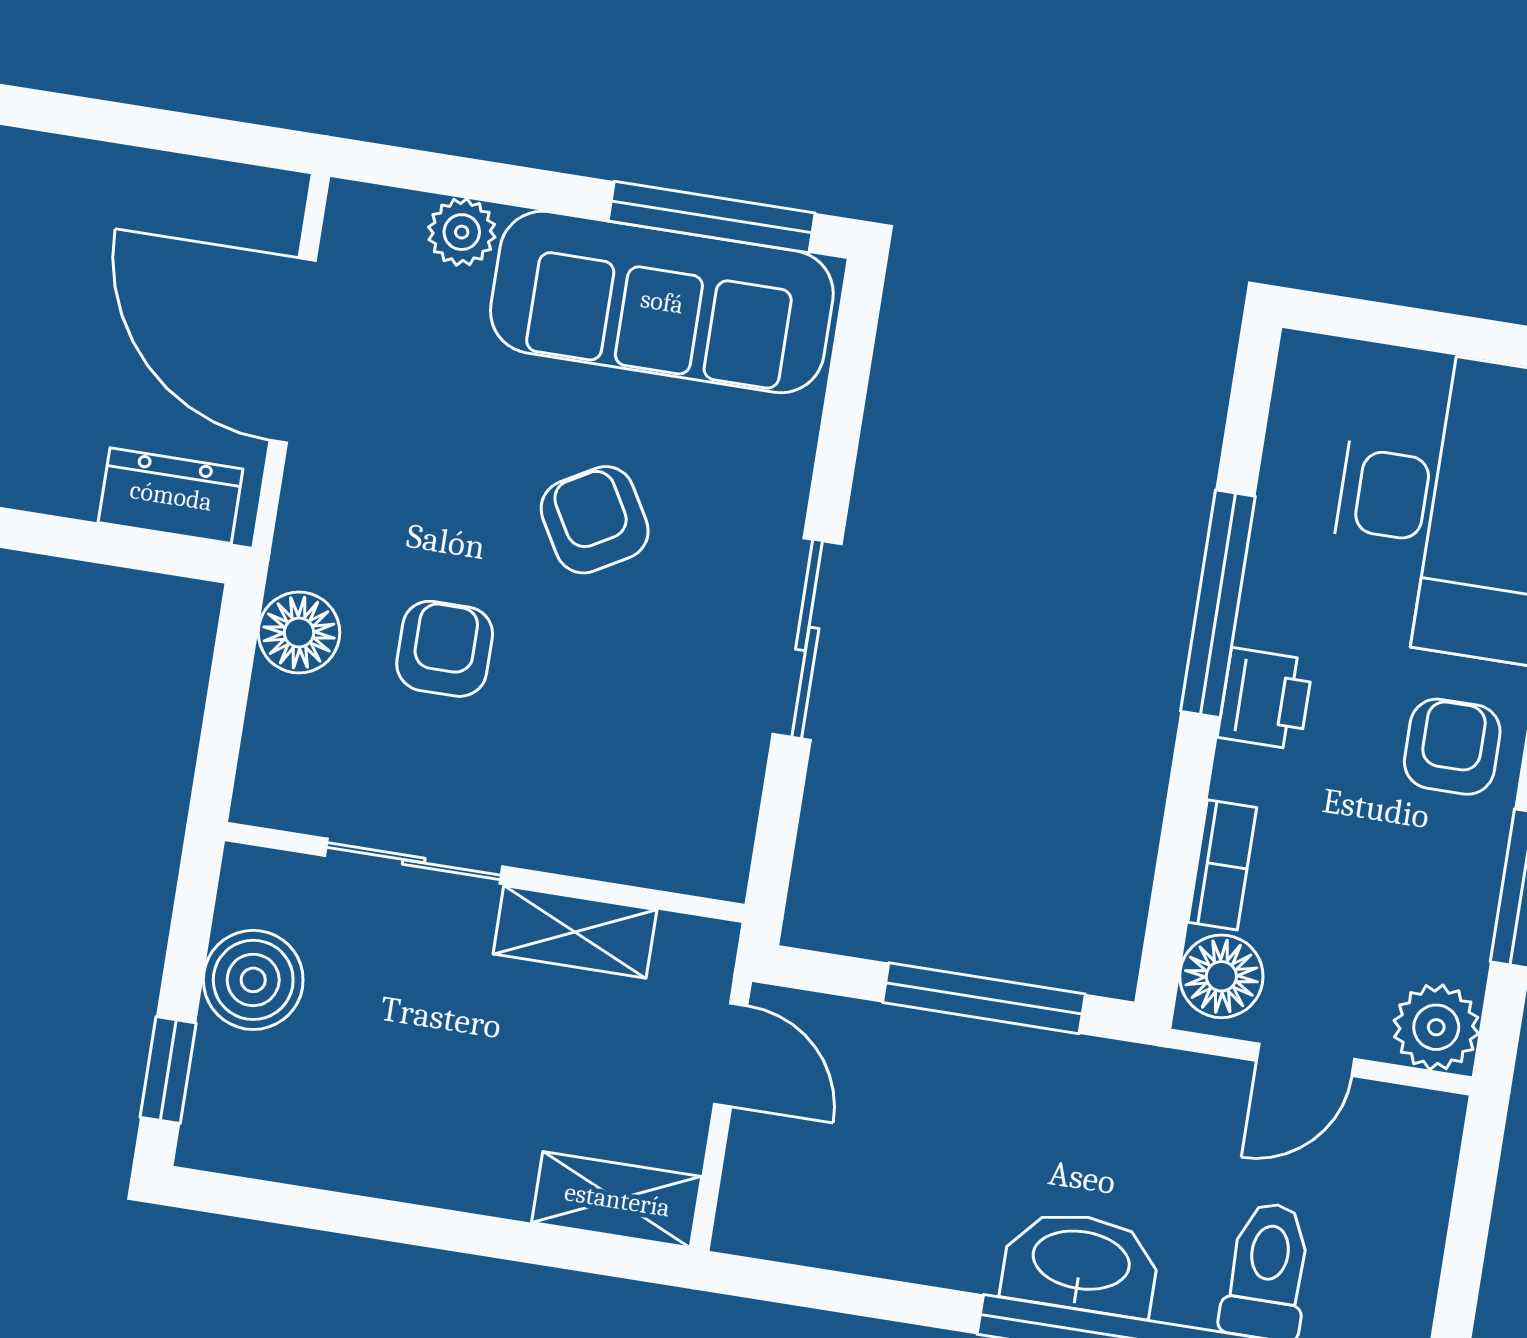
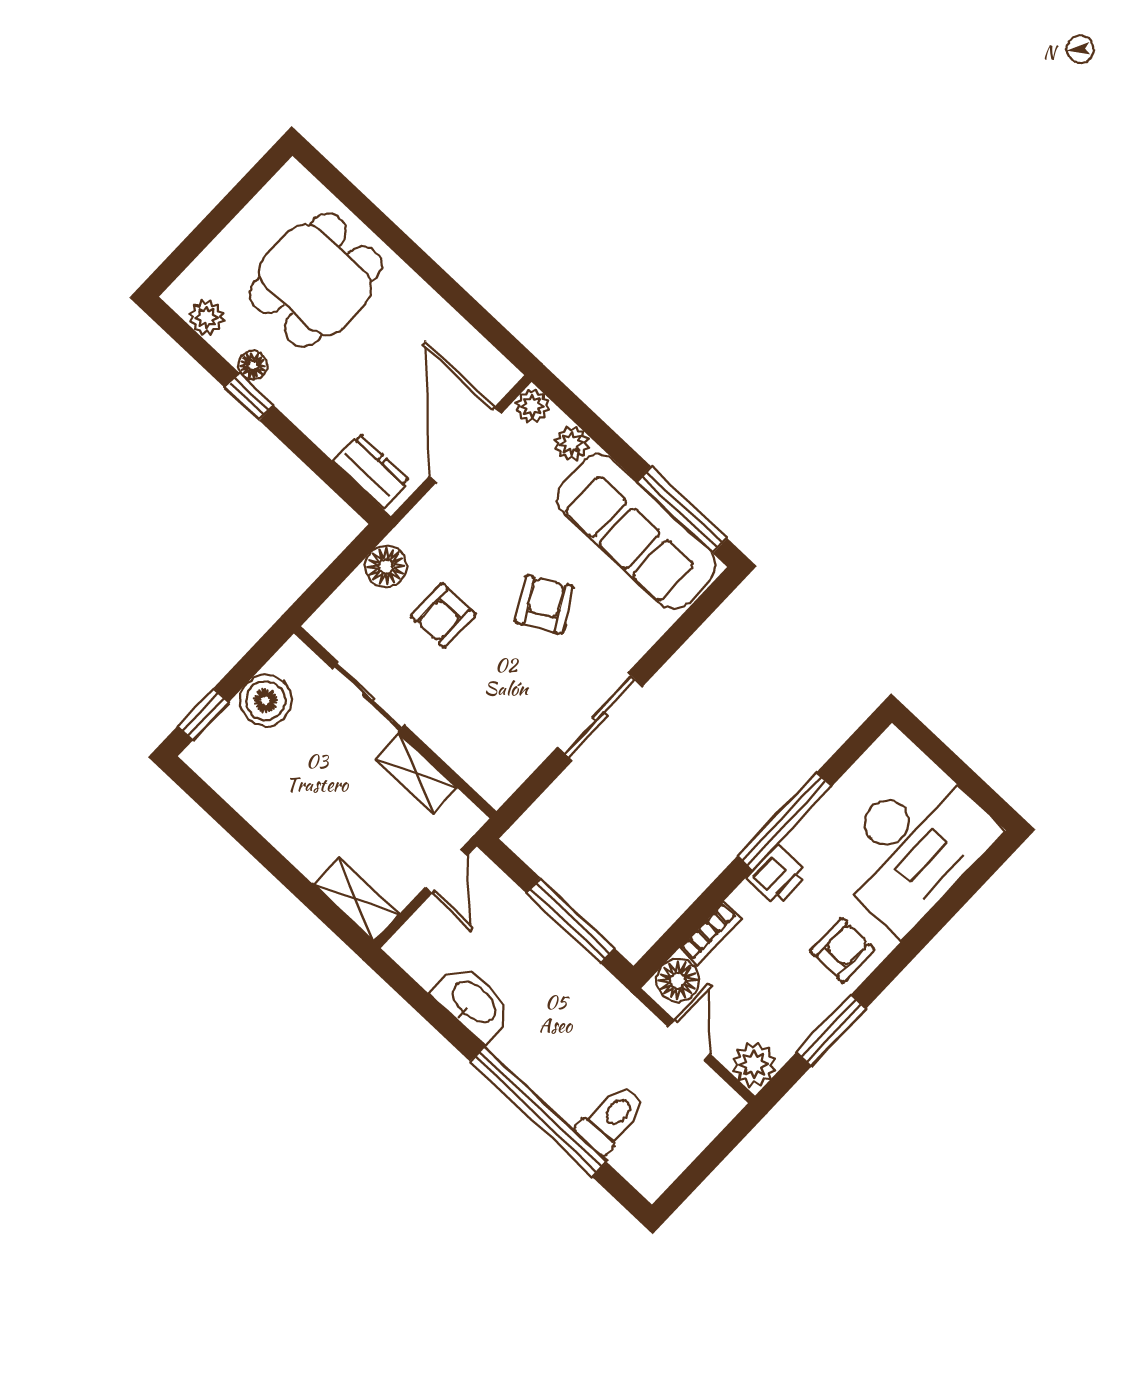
plant: (357, 215) -> (532, 406), added
armchair: (445, 649) -> (443, 616), turned 180
door: (1305, 1060) -> (689, 1040), swing flipped
washbasin: (1081, 1263) -> (473, 1003), moved

